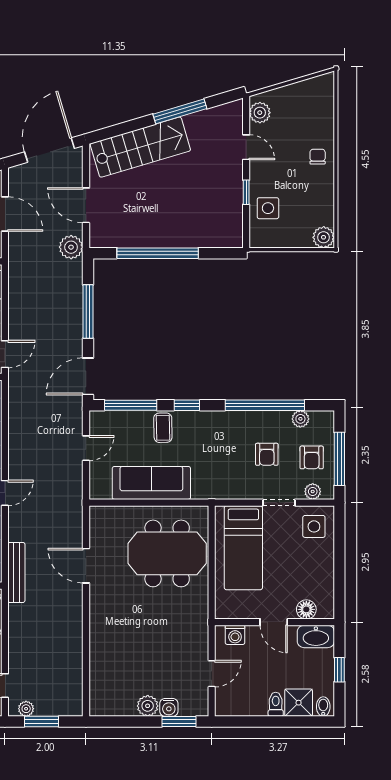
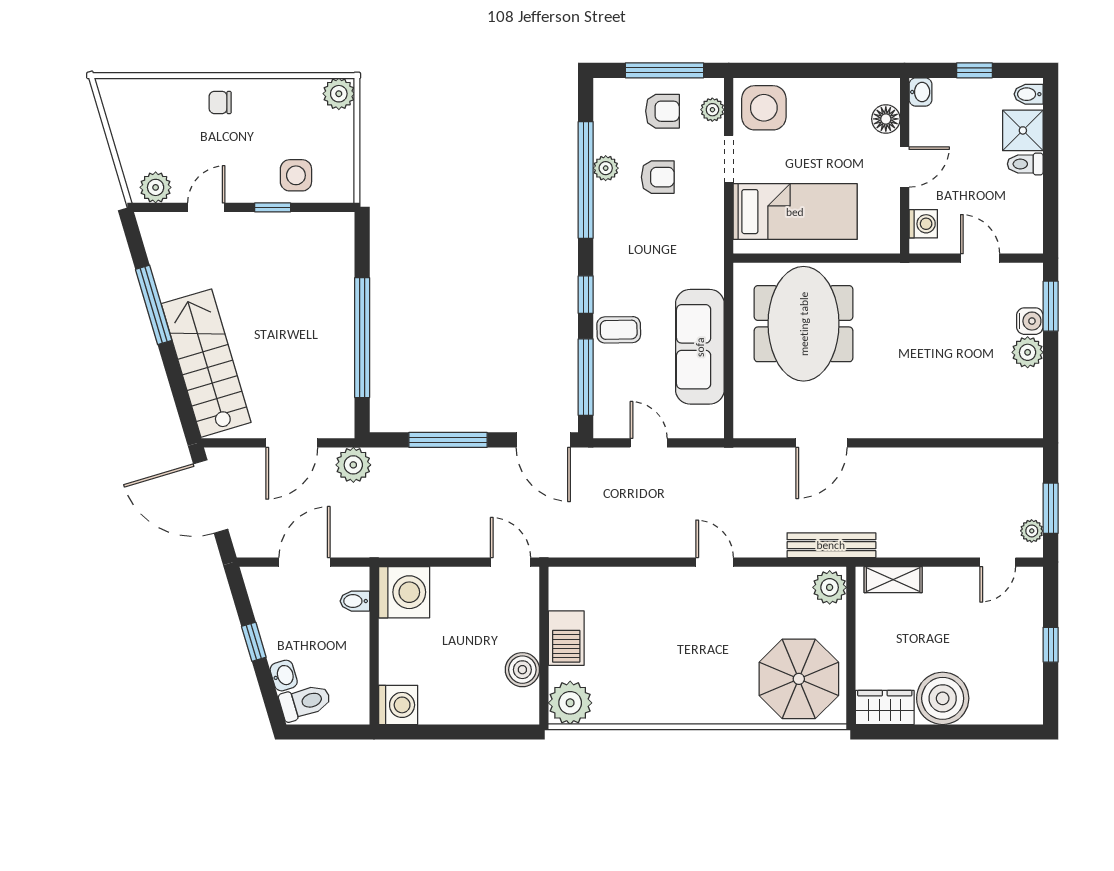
plant: (300, 419) -> (606, 168), moved
side table: (314, 526) -> (764, 108), width x1.37, depth x1.37
washbasin: (316, 636) -> (920, 92), width x0.52, depth x0.69

